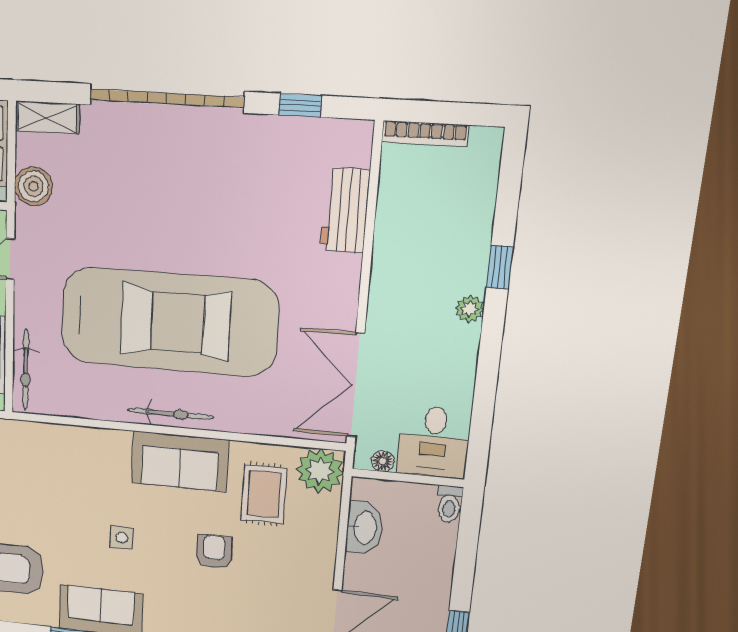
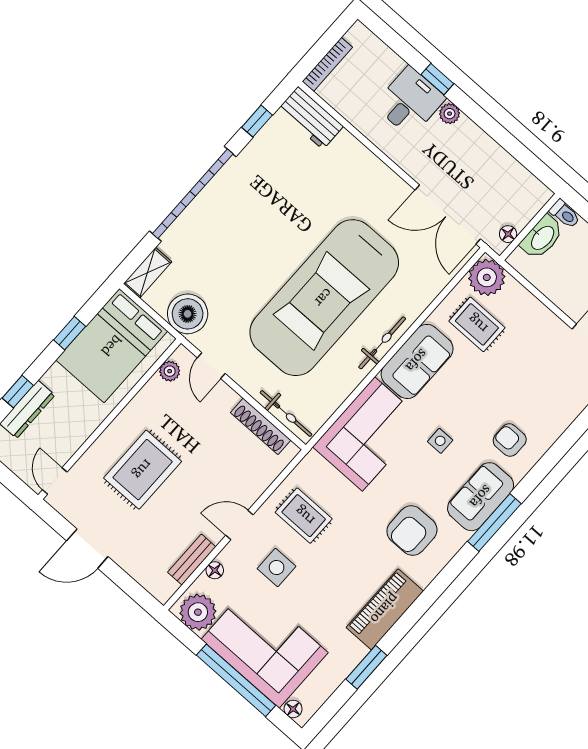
boiler: (34, 186) -> (188, 314), width x1.37, depth x1.37
workbench: (345, 210) -> (310, 118), moved
car: (169, 322) -> (324, 298), turned 180
desk: (434, 442) -> (410, 102), moved, turned -90
corner sofa: (72, 465) -> (368, 434), added
washbasin: (364, 528) -> (542, 237), moved, turned 90
armchair: (214, 552) -> (510, 440), moved

